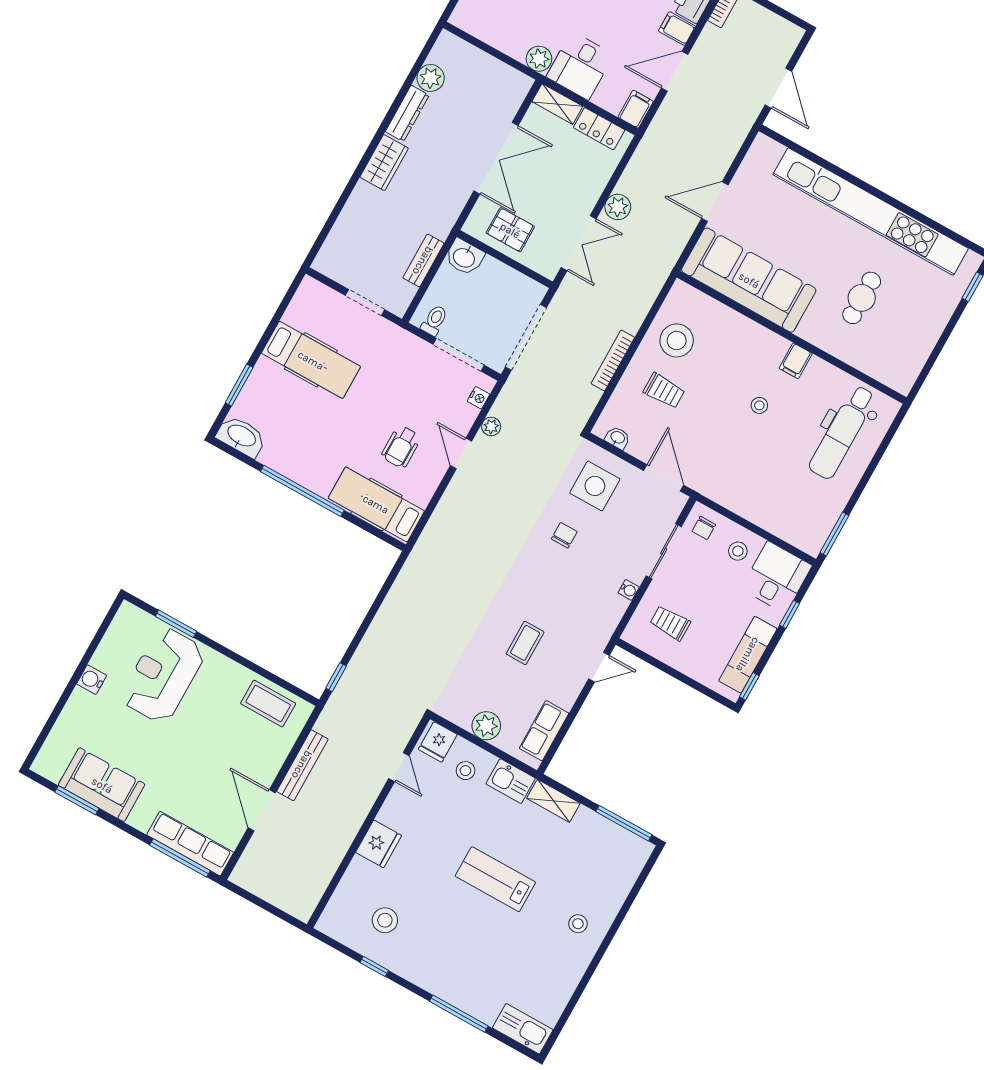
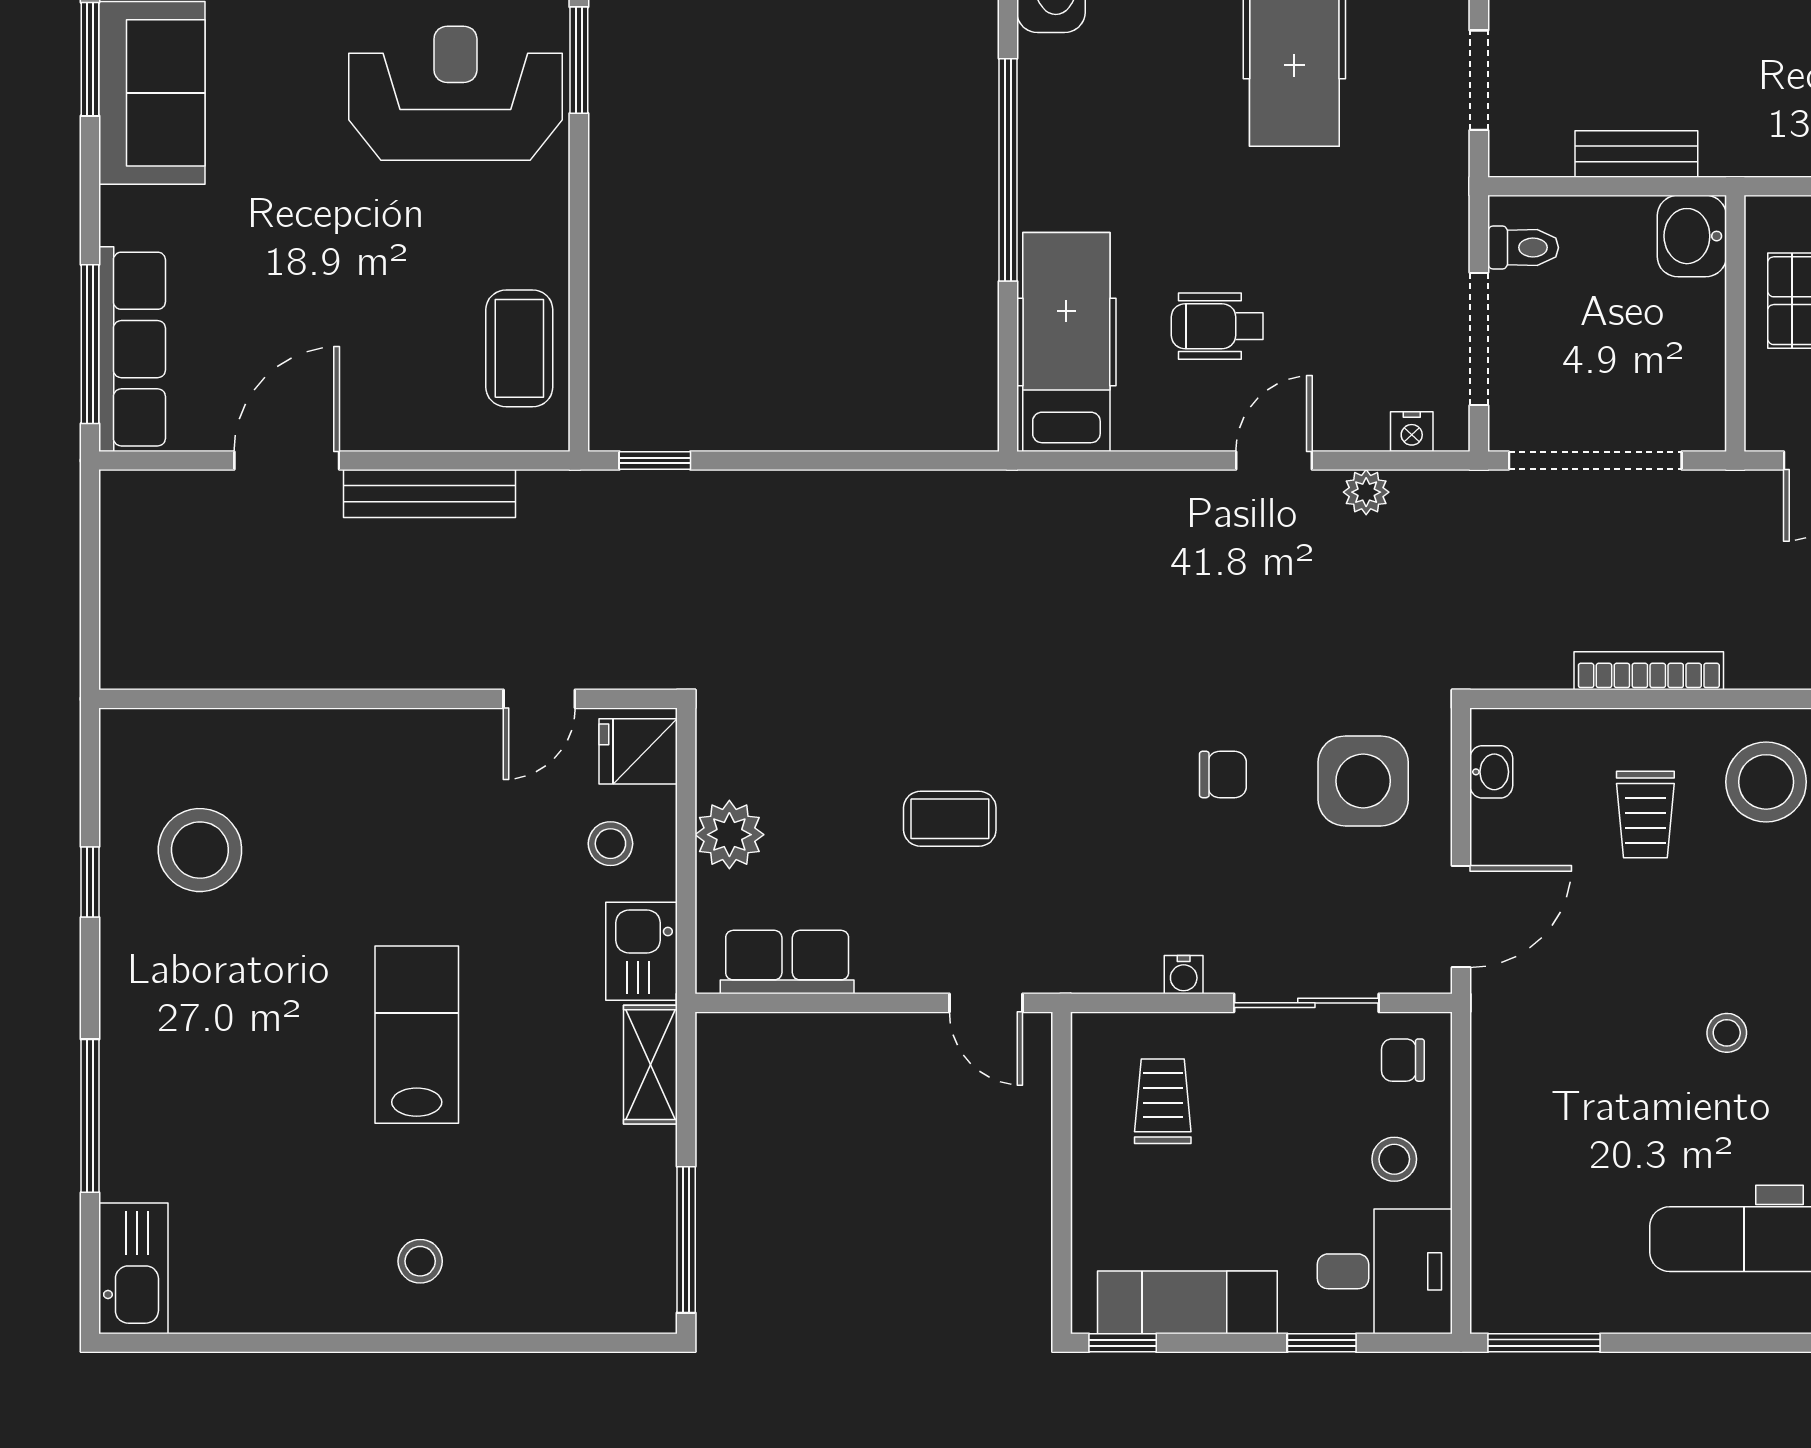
fridge: (379, 844) -> (353, 747), removed
stool: (385, 920) -> (200, 850), width x1.38, depth x1.38

